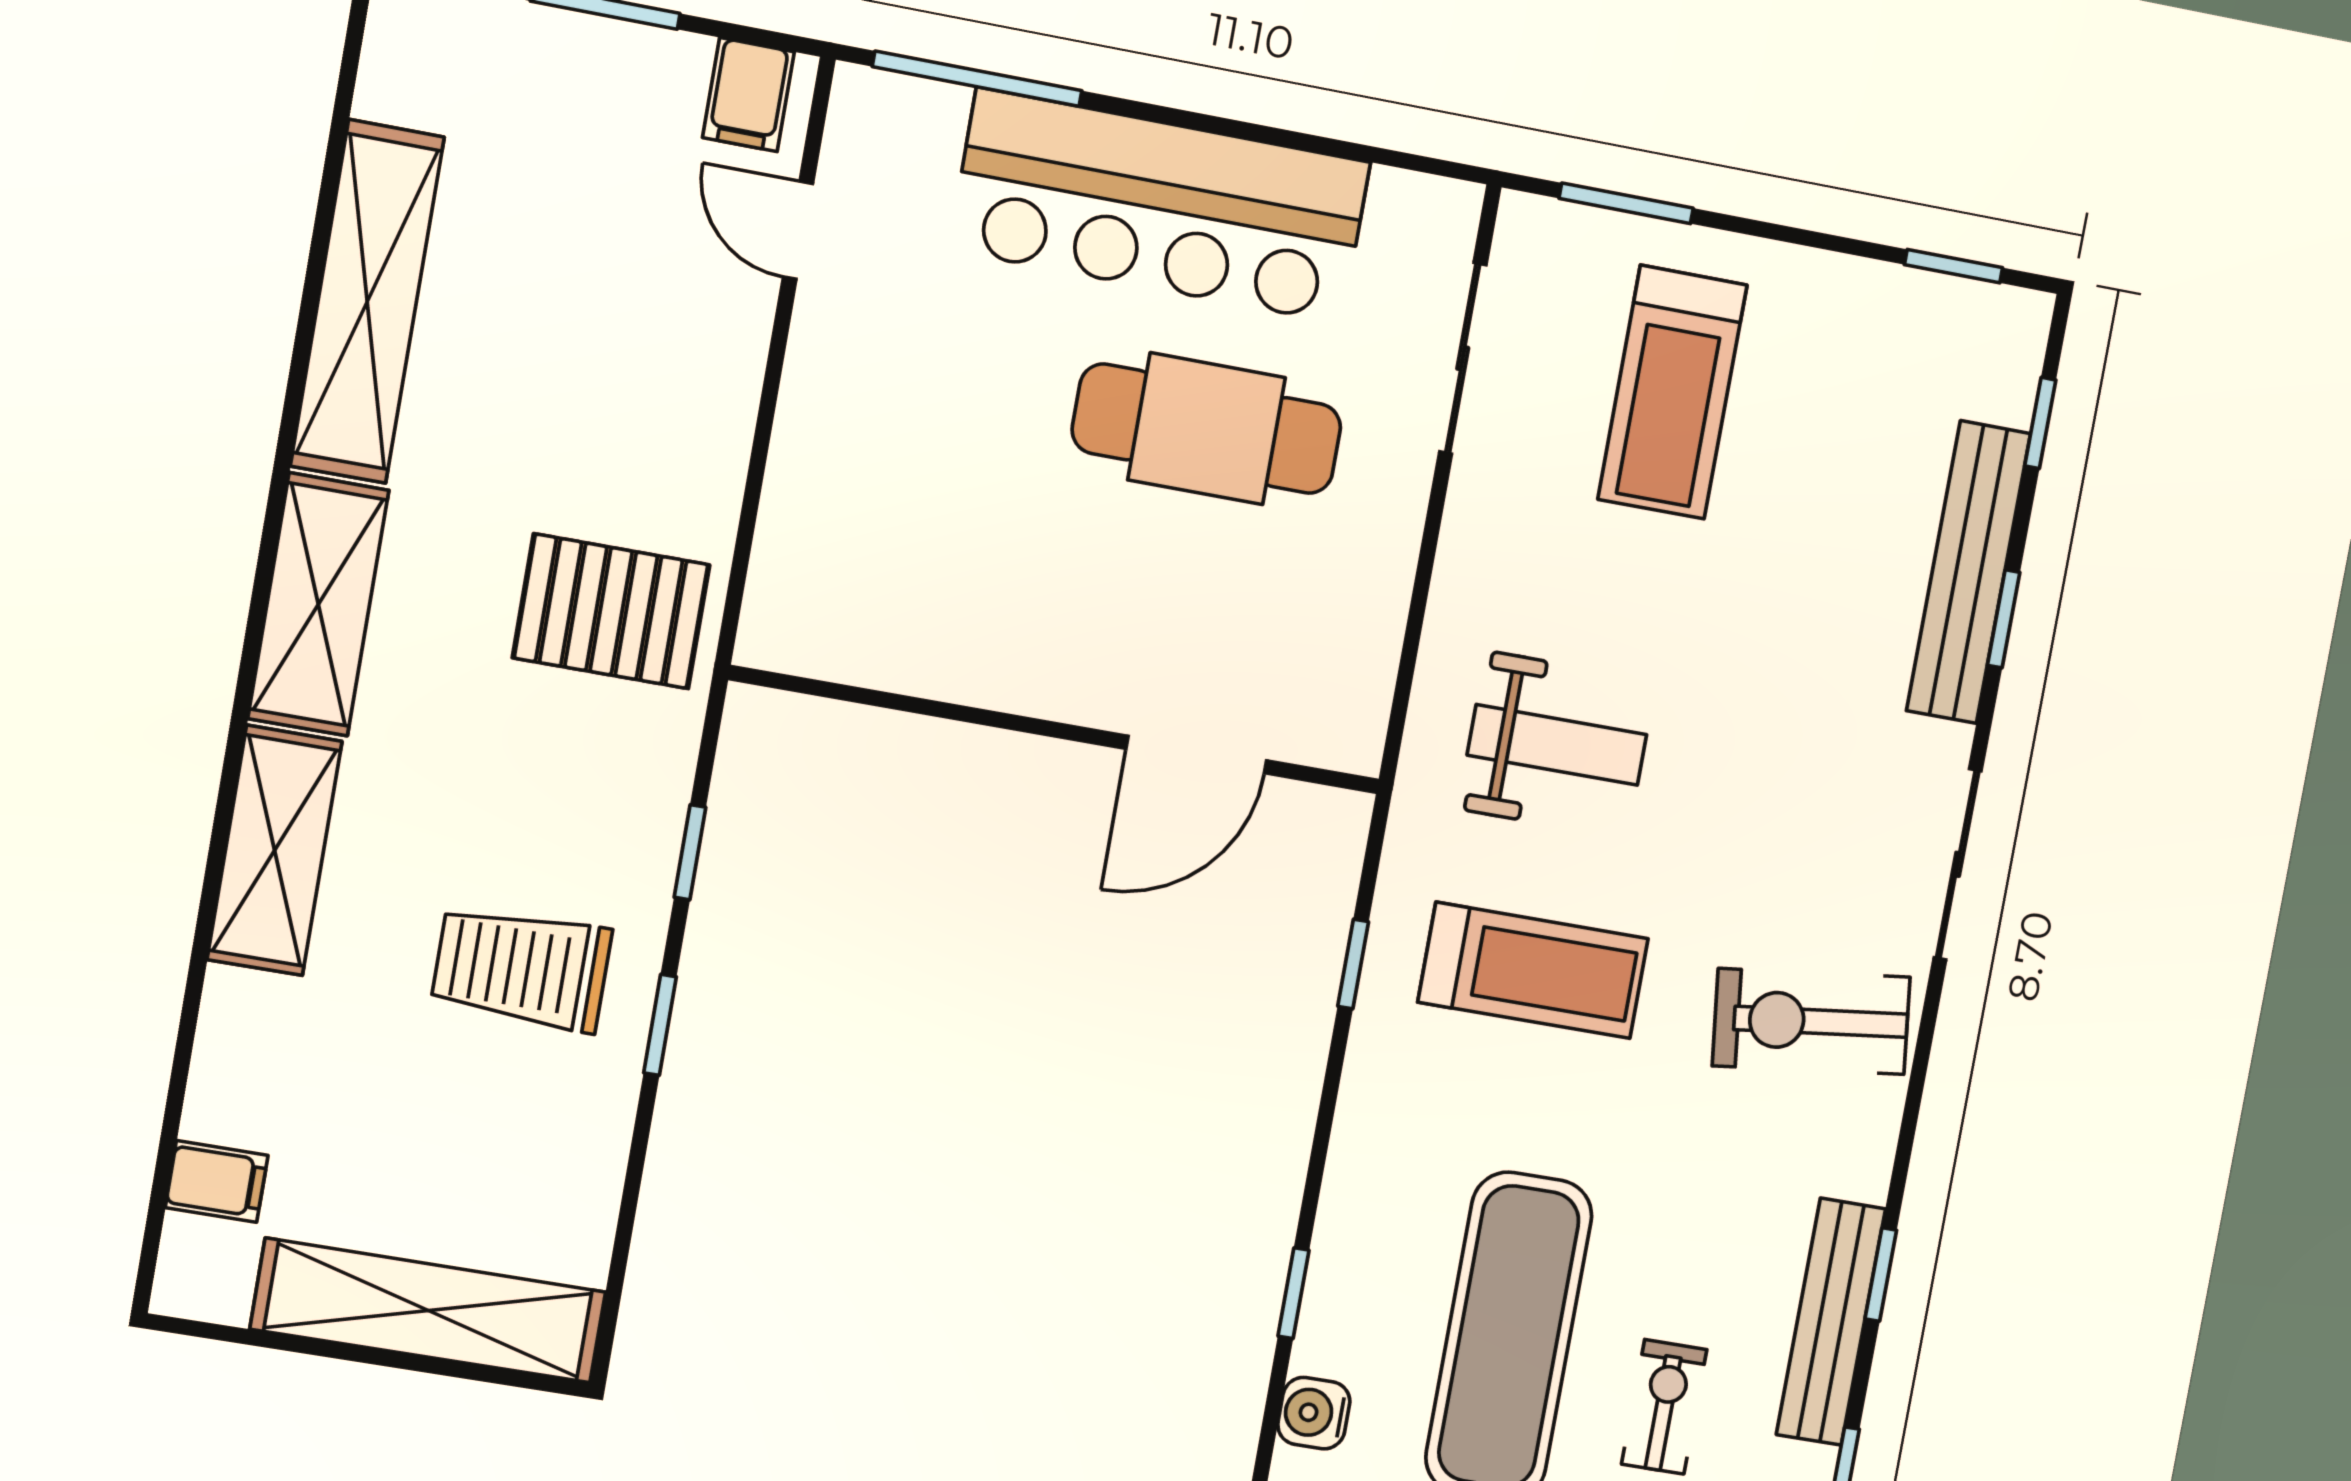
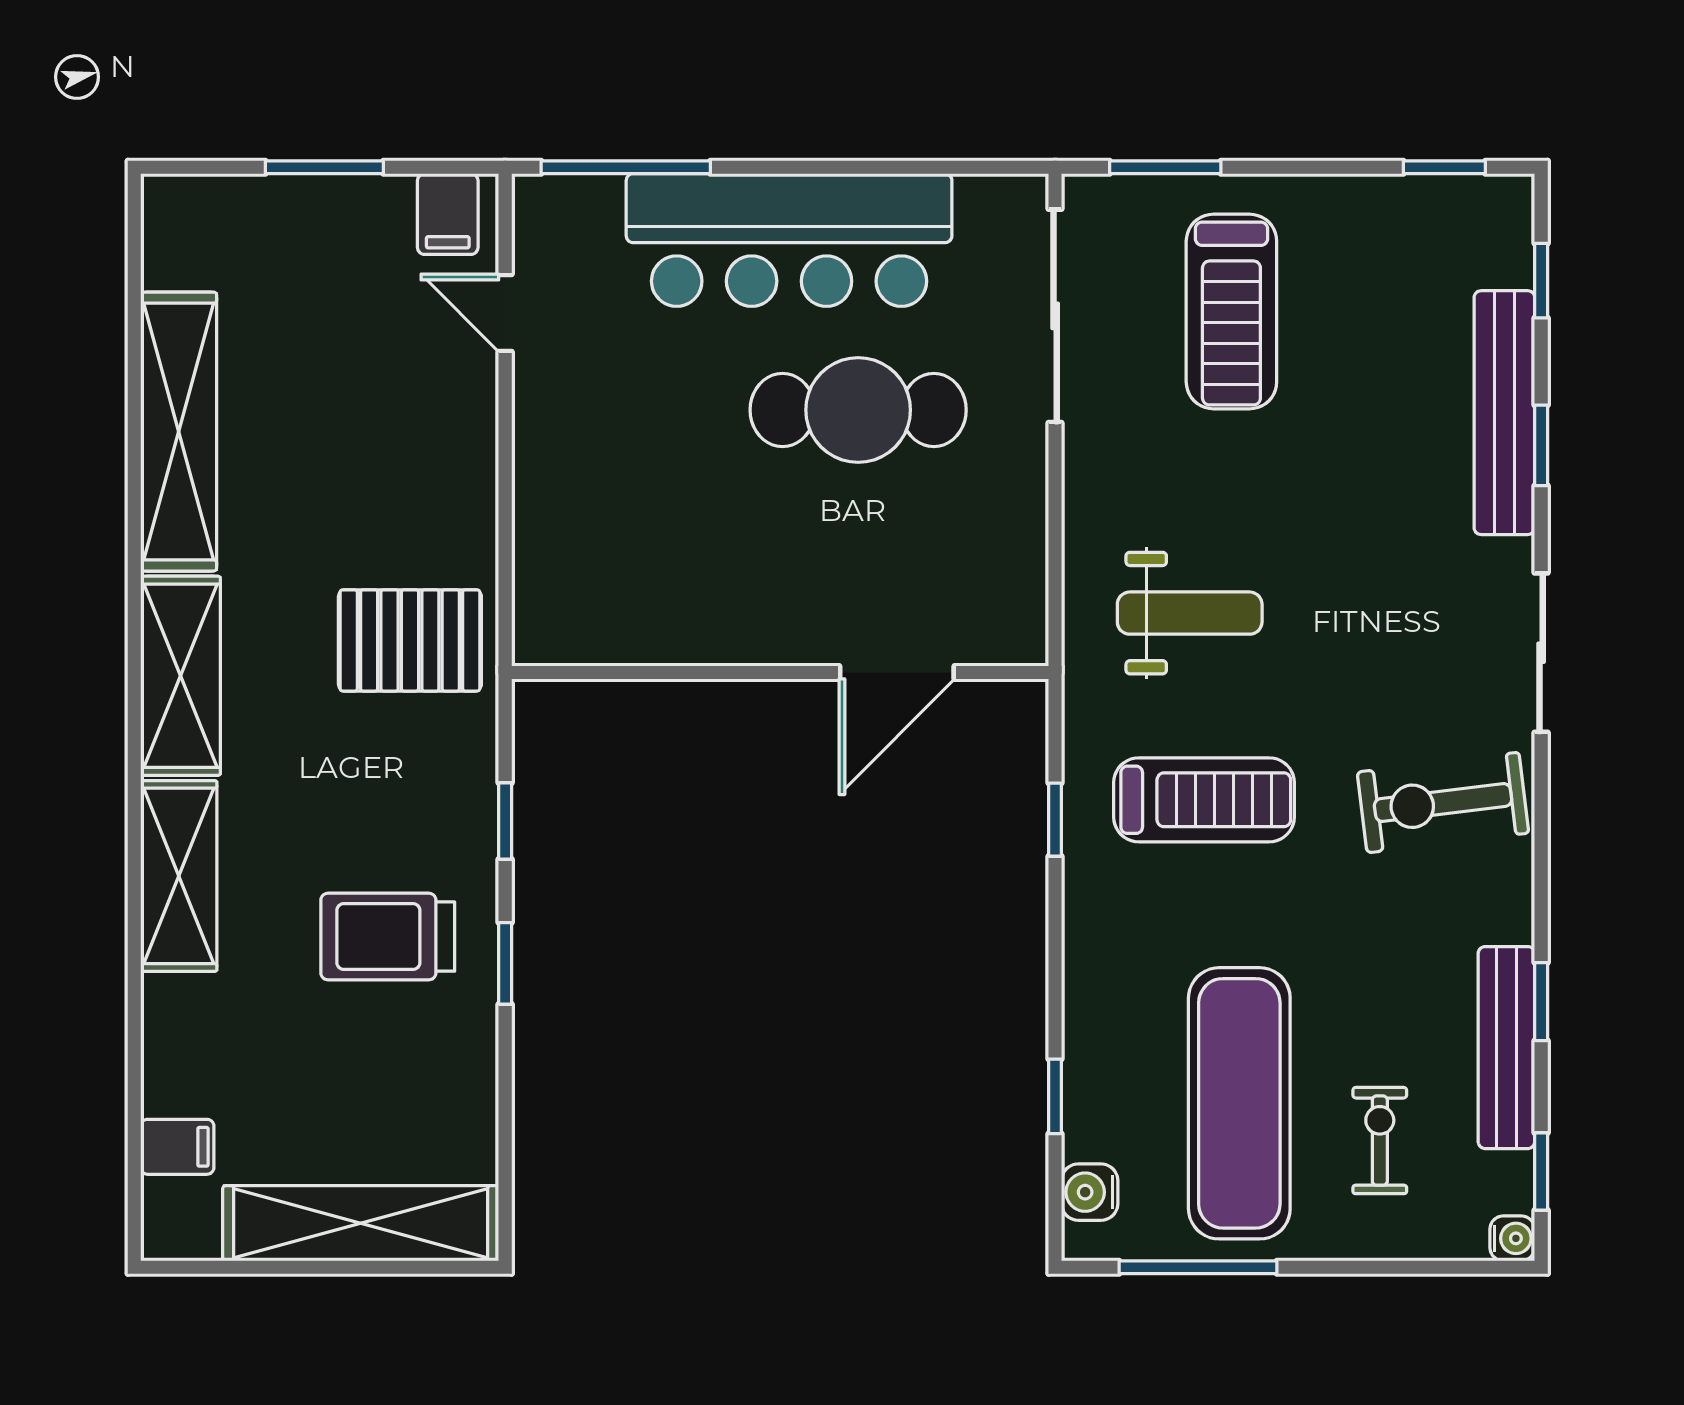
sliding door: (1463, 358) -> (1055, 316), width x1.37

